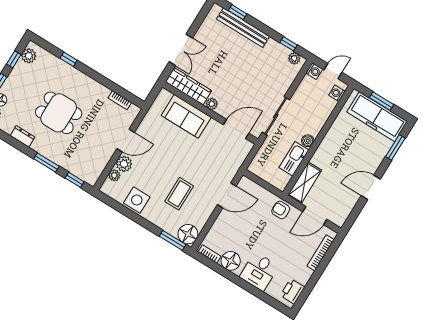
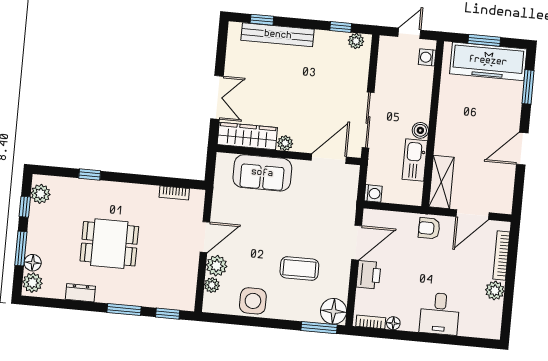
washing machine: (314, 71) -> (373, 193), moved
coffee table: (179, 194) -> (299, 269), turned 90
floor lamp: (231, 261) -> (393, 323), width x0.53, depth x0.53
plant: (304, 274) -> (495, 291), added
printer: (292, 291) -> (369, 275), moved, turned 180

